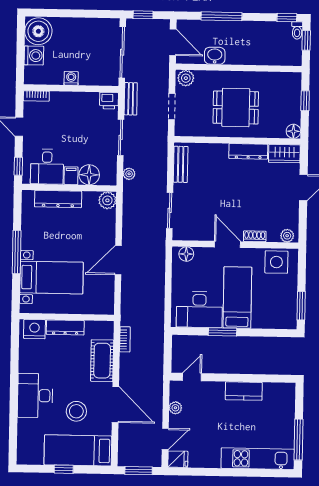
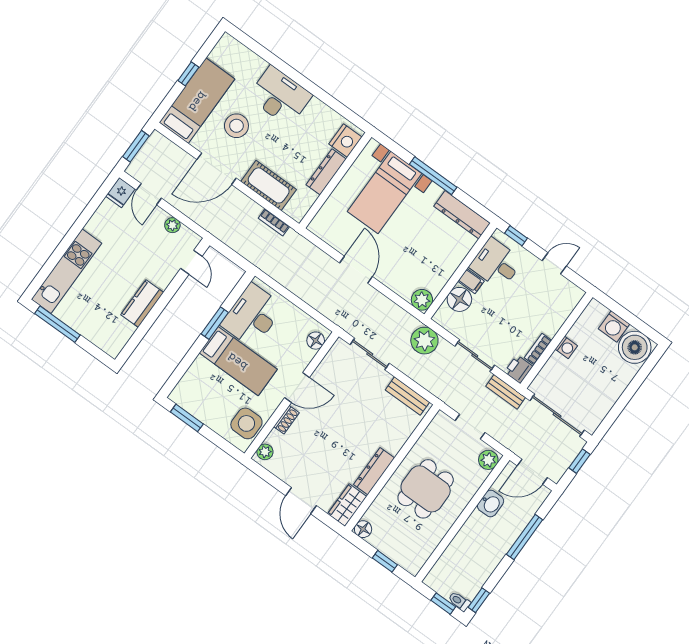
bookcase: (36, 96) -> (538, 349), moved
plant: (129, 174) -> (424, 341), width x1.88, depth x1.88
dresser: (58, 199) -> (462, 215), moved, turned -90

